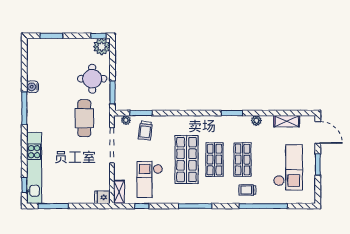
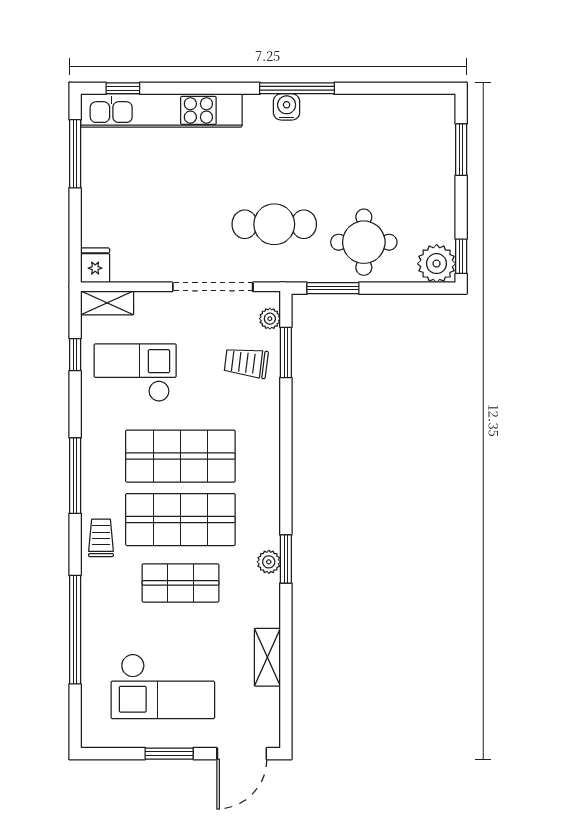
water cooler: (33, 87) -> (287, 107), moved
plant: (256, 121) -> (269, 562), moved
shelving: (287, 121) -> (267, 657), moved
shop shelf: (215, 160) -> (180, 520), width x1.43, depth x1.36
trolley: (247, 190) -> (101, 538), moved

